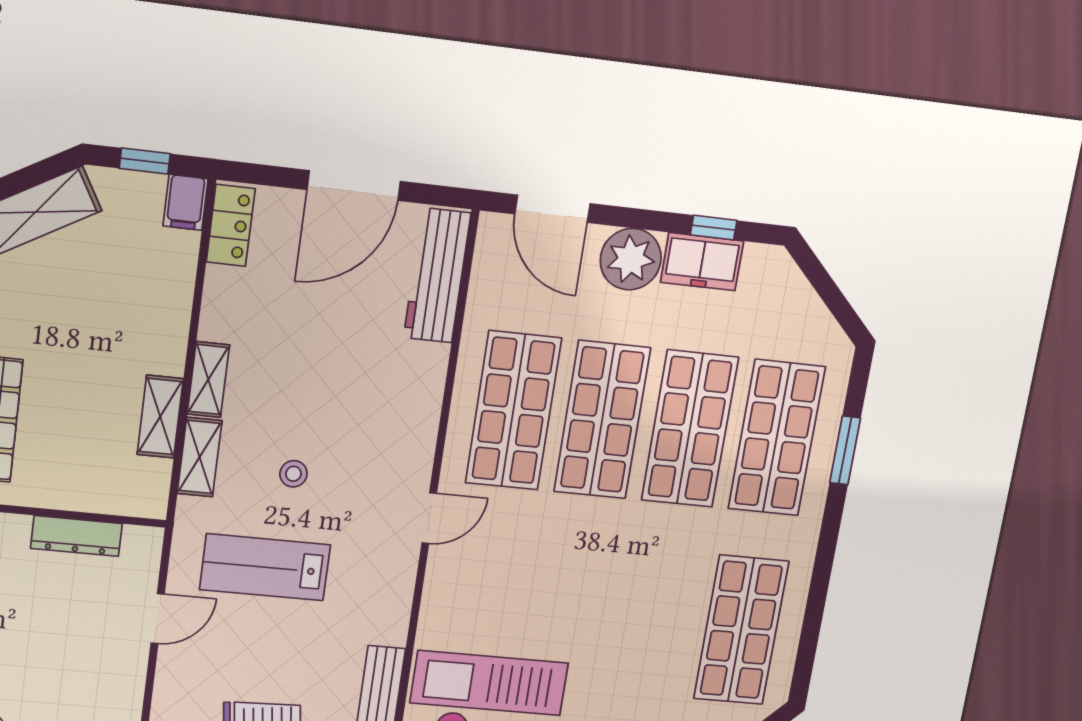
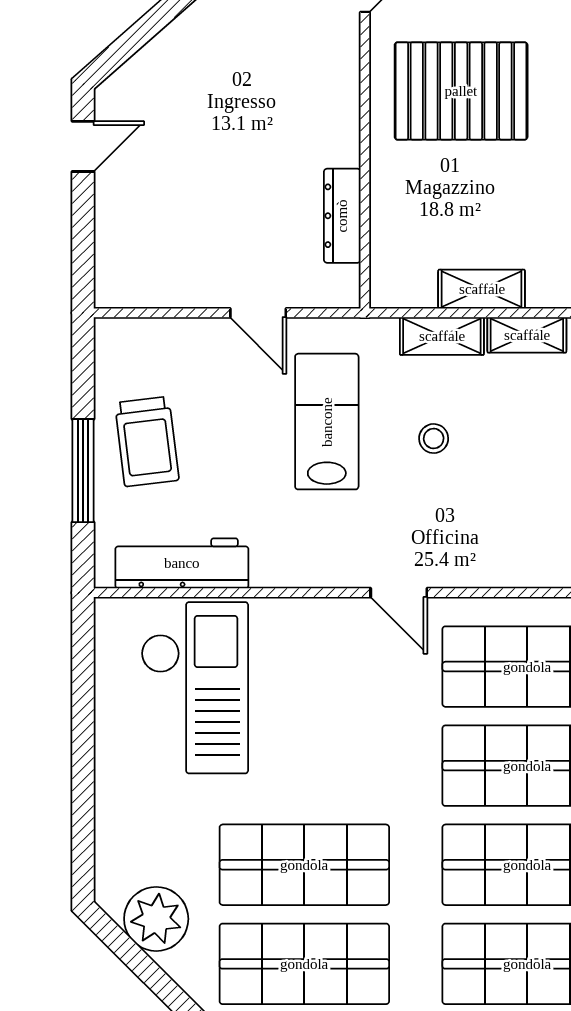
shop shelf: (656, 622) -> (304, 865), added

